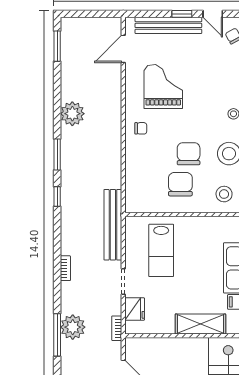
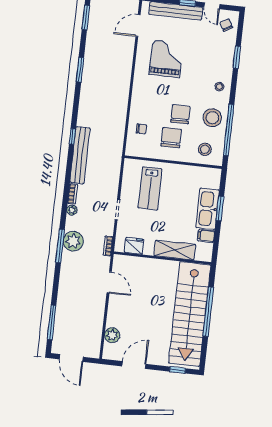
plant: (72, 114) -> (72, 210), moved, width x0.53, depth x0.53
chair: (141, 128) -> (141, 129), moved
window: (57, 155) -> (80, 70), moved
bench: (113, 225) -> (80, 155), moved
fridge: (135, 309) -> (134, 246), moved, turned -90

